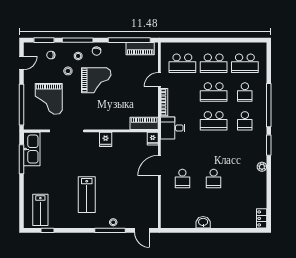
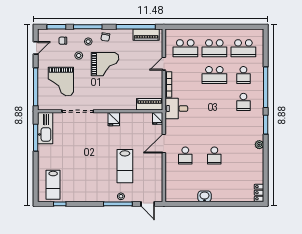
school desk: (214, 121) -> (214, 102), removed
lab bench: (87, 195) -> (125, 166), moved

